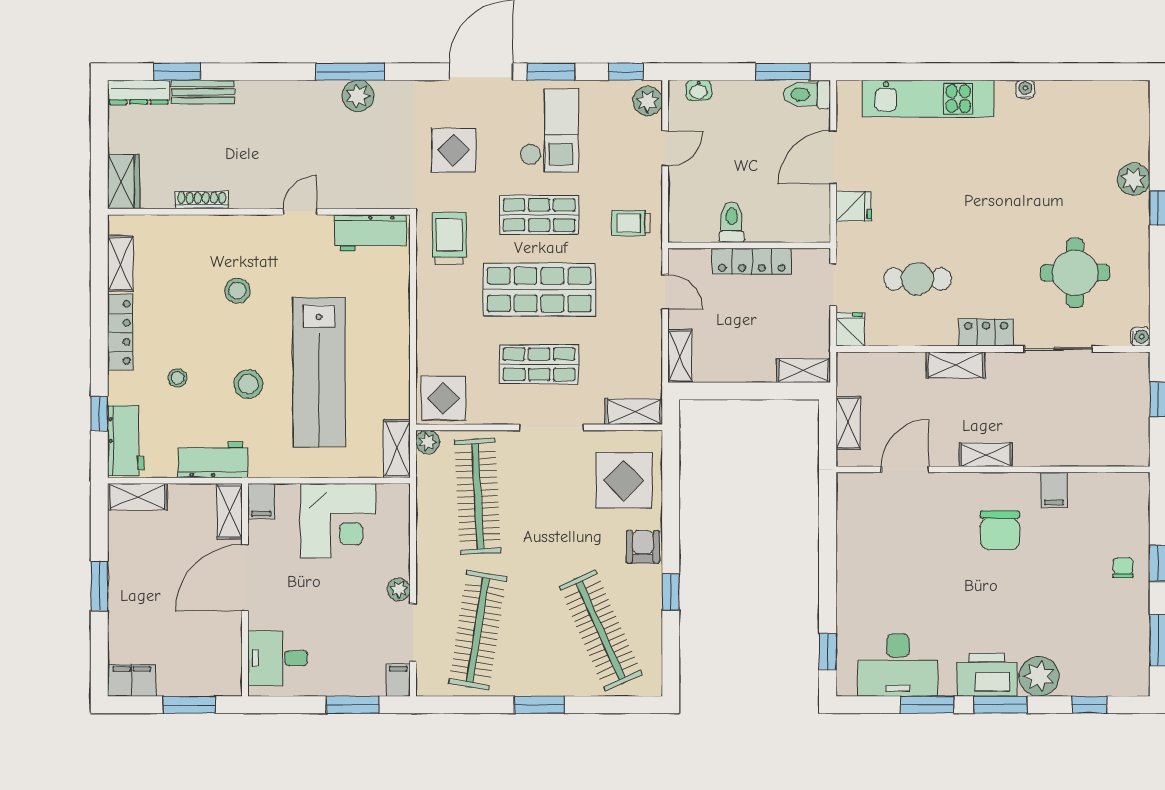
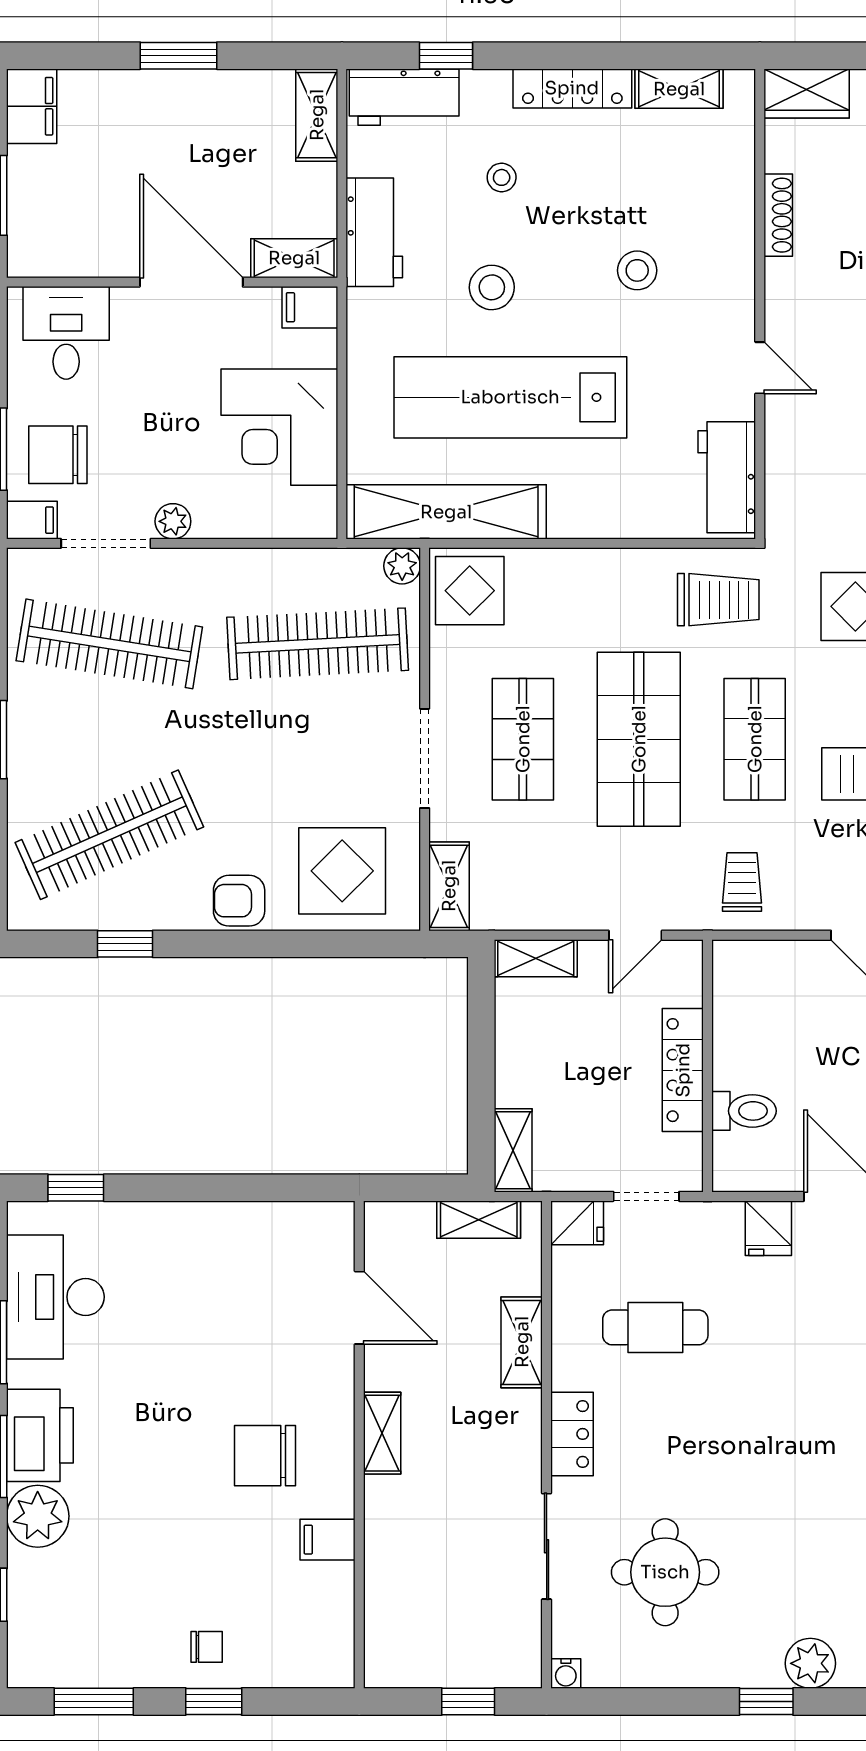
toilet: (732, 222) -> (744, 1111), moved
cafe table: (917, 279) -> (655, 1327), turned 90
shelving: (956, 365) -> (522, 1342), moved
shelving: (848, 423) -> (479, 1220), moved
shelving: (397, 449) -> (446, 512), width x2.20, depth x1.33
armchair: (643, 547) -> (239, 901), turned 180
window: (671, 592) -> (125, 944), moved
chair: (356, 663) -> (58, 455), added

